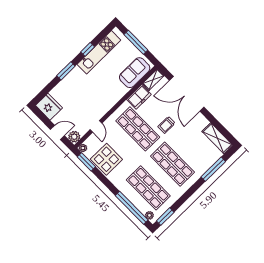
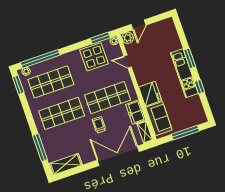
kitchen unit: (99, 52) -> (184, 73), moved
fridge: (49, 107) -> (150, 94), moved, turned -90

